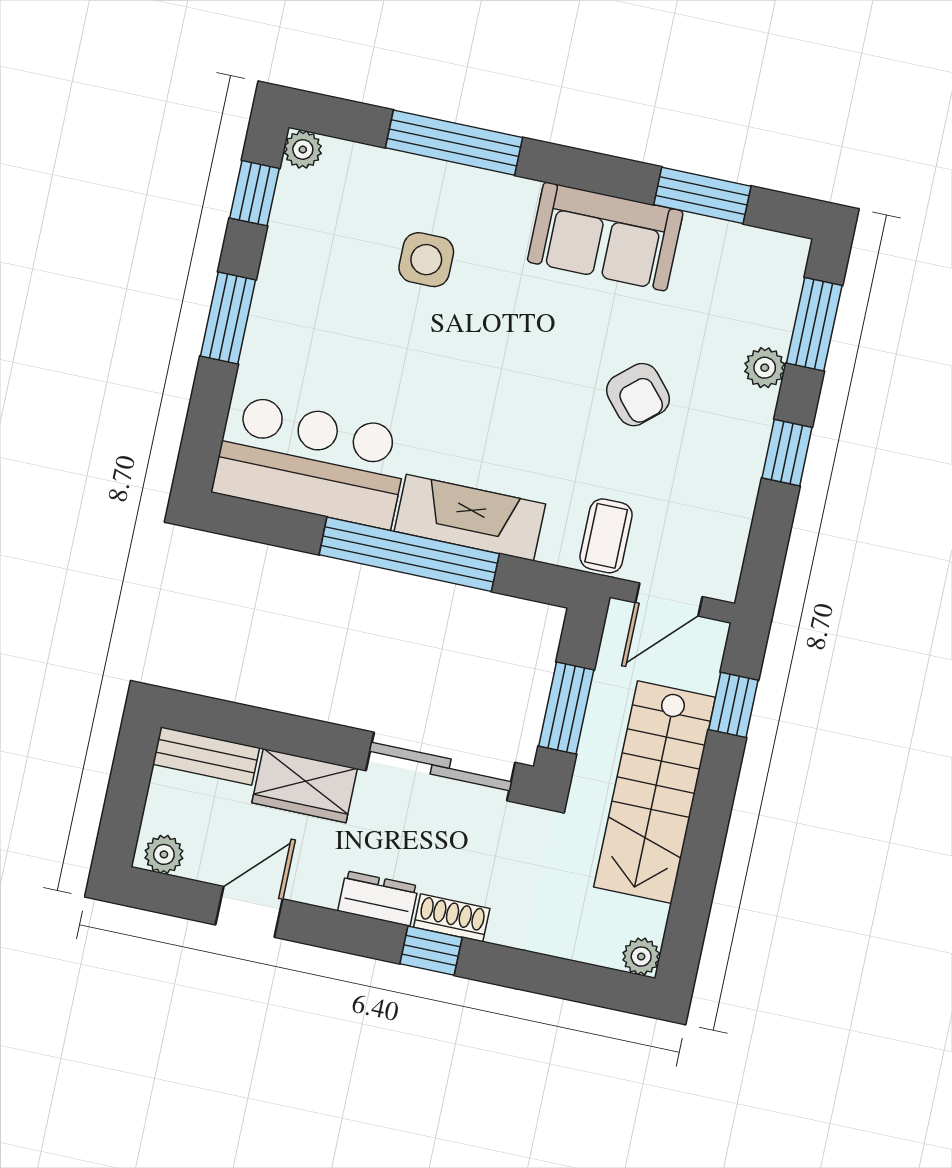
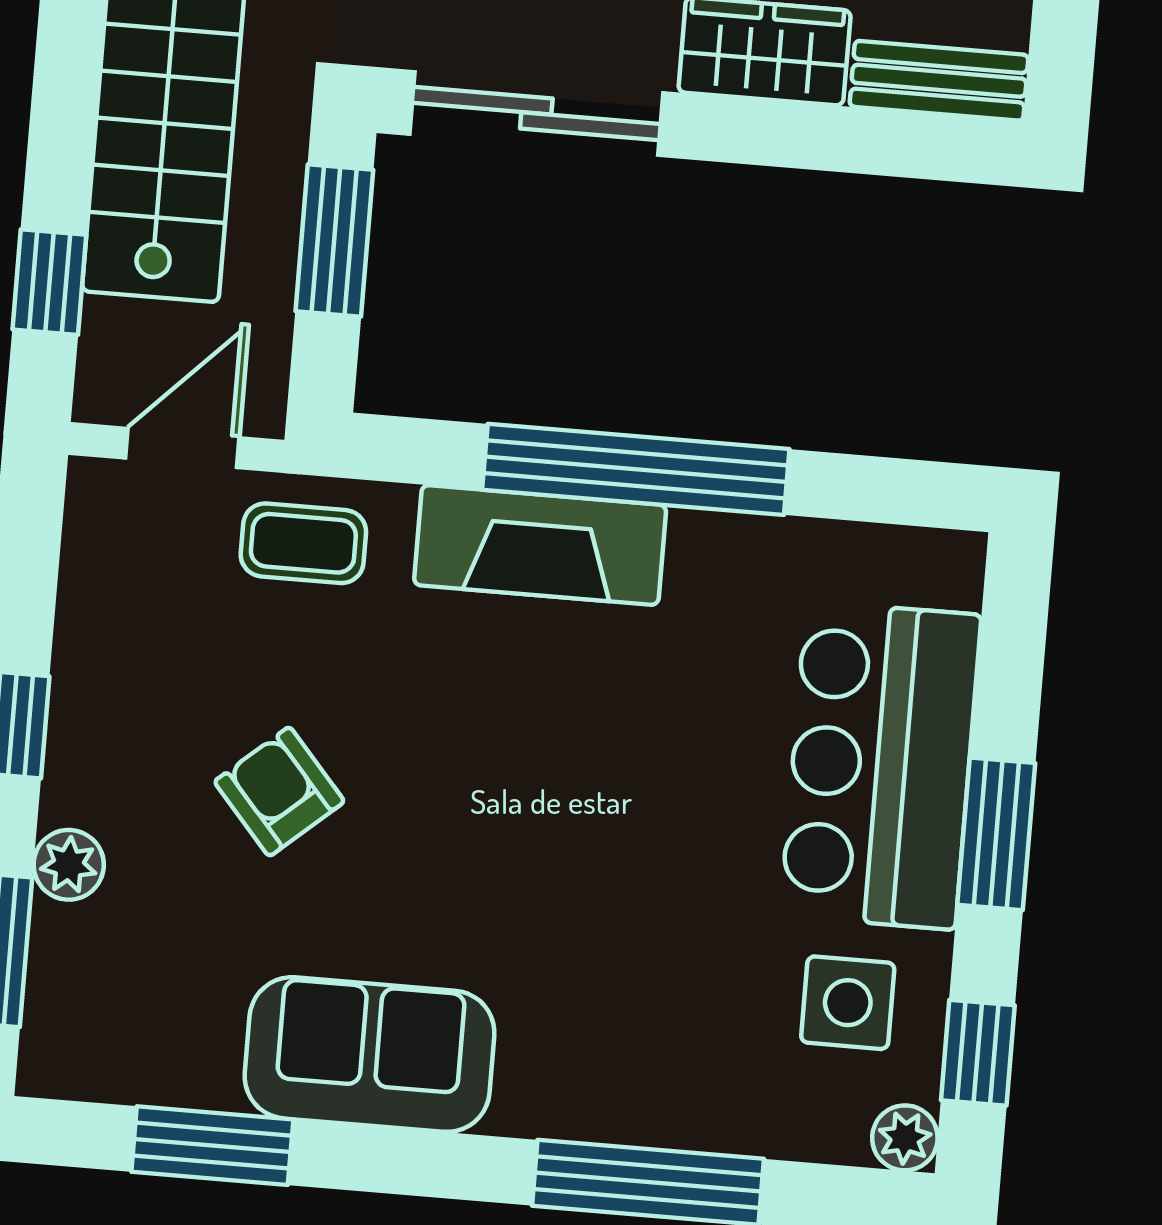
side table: (426, 260) -> (848, 1003), moved
bar counter: (311, 462) -> (881, 765), moved, turned 90
coffee table: (606, 536) -> (303, 543), turned 90

